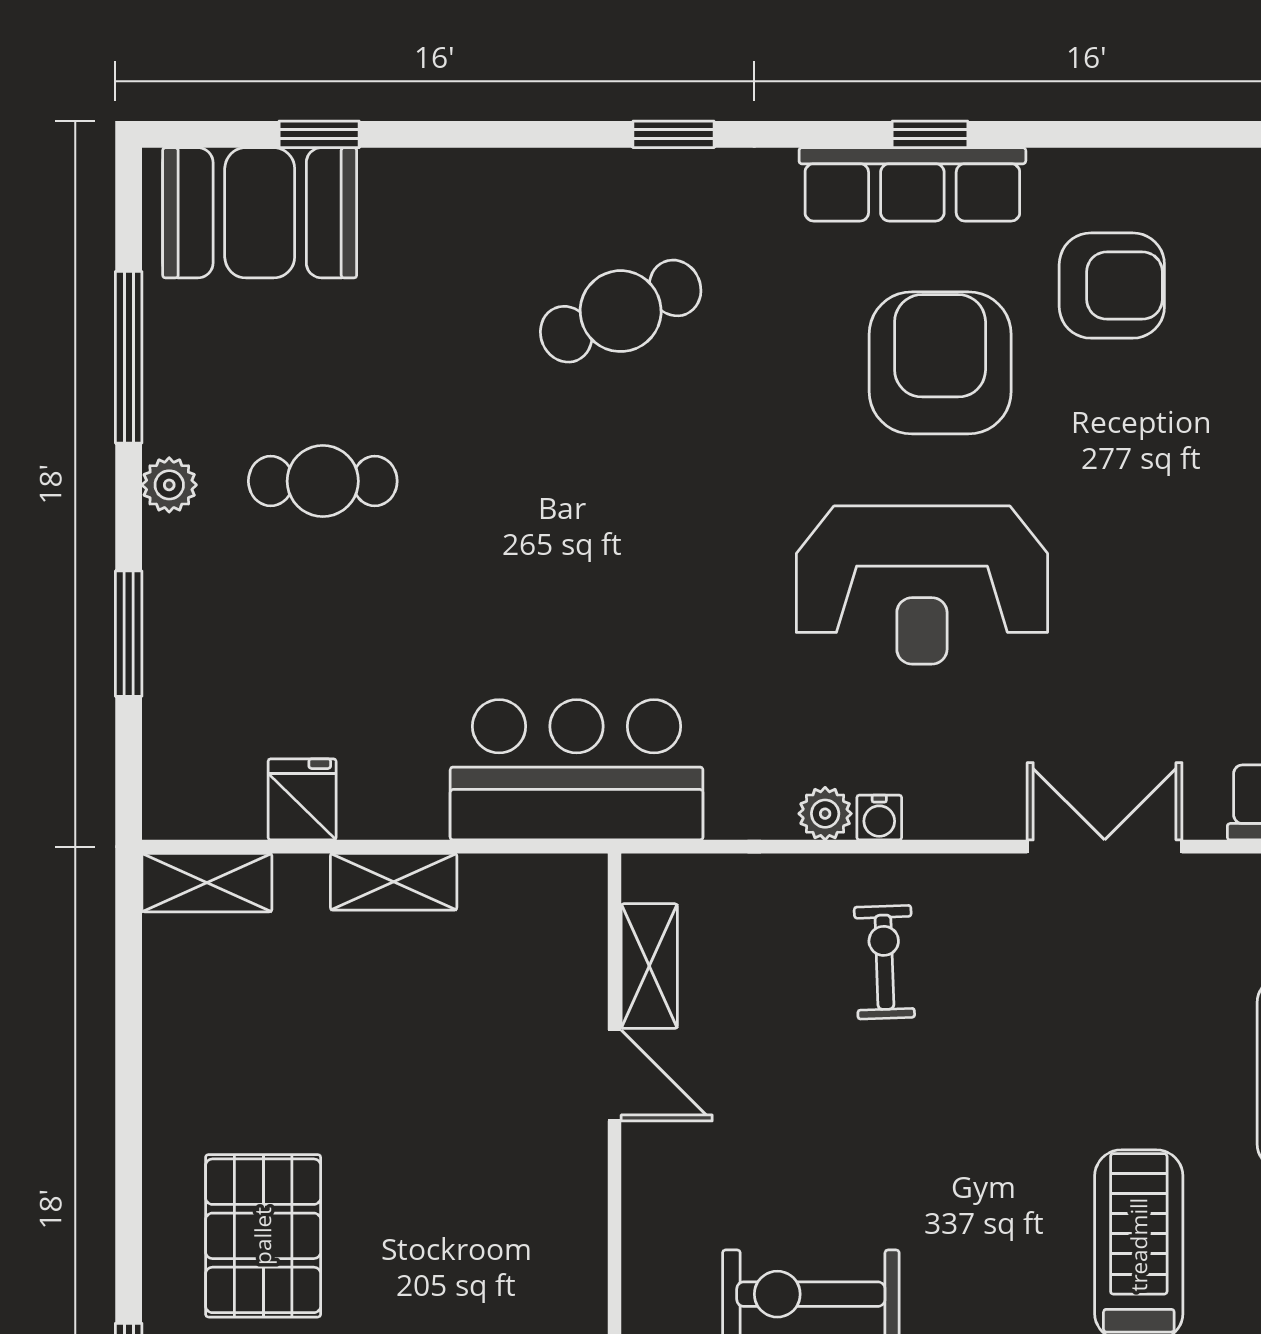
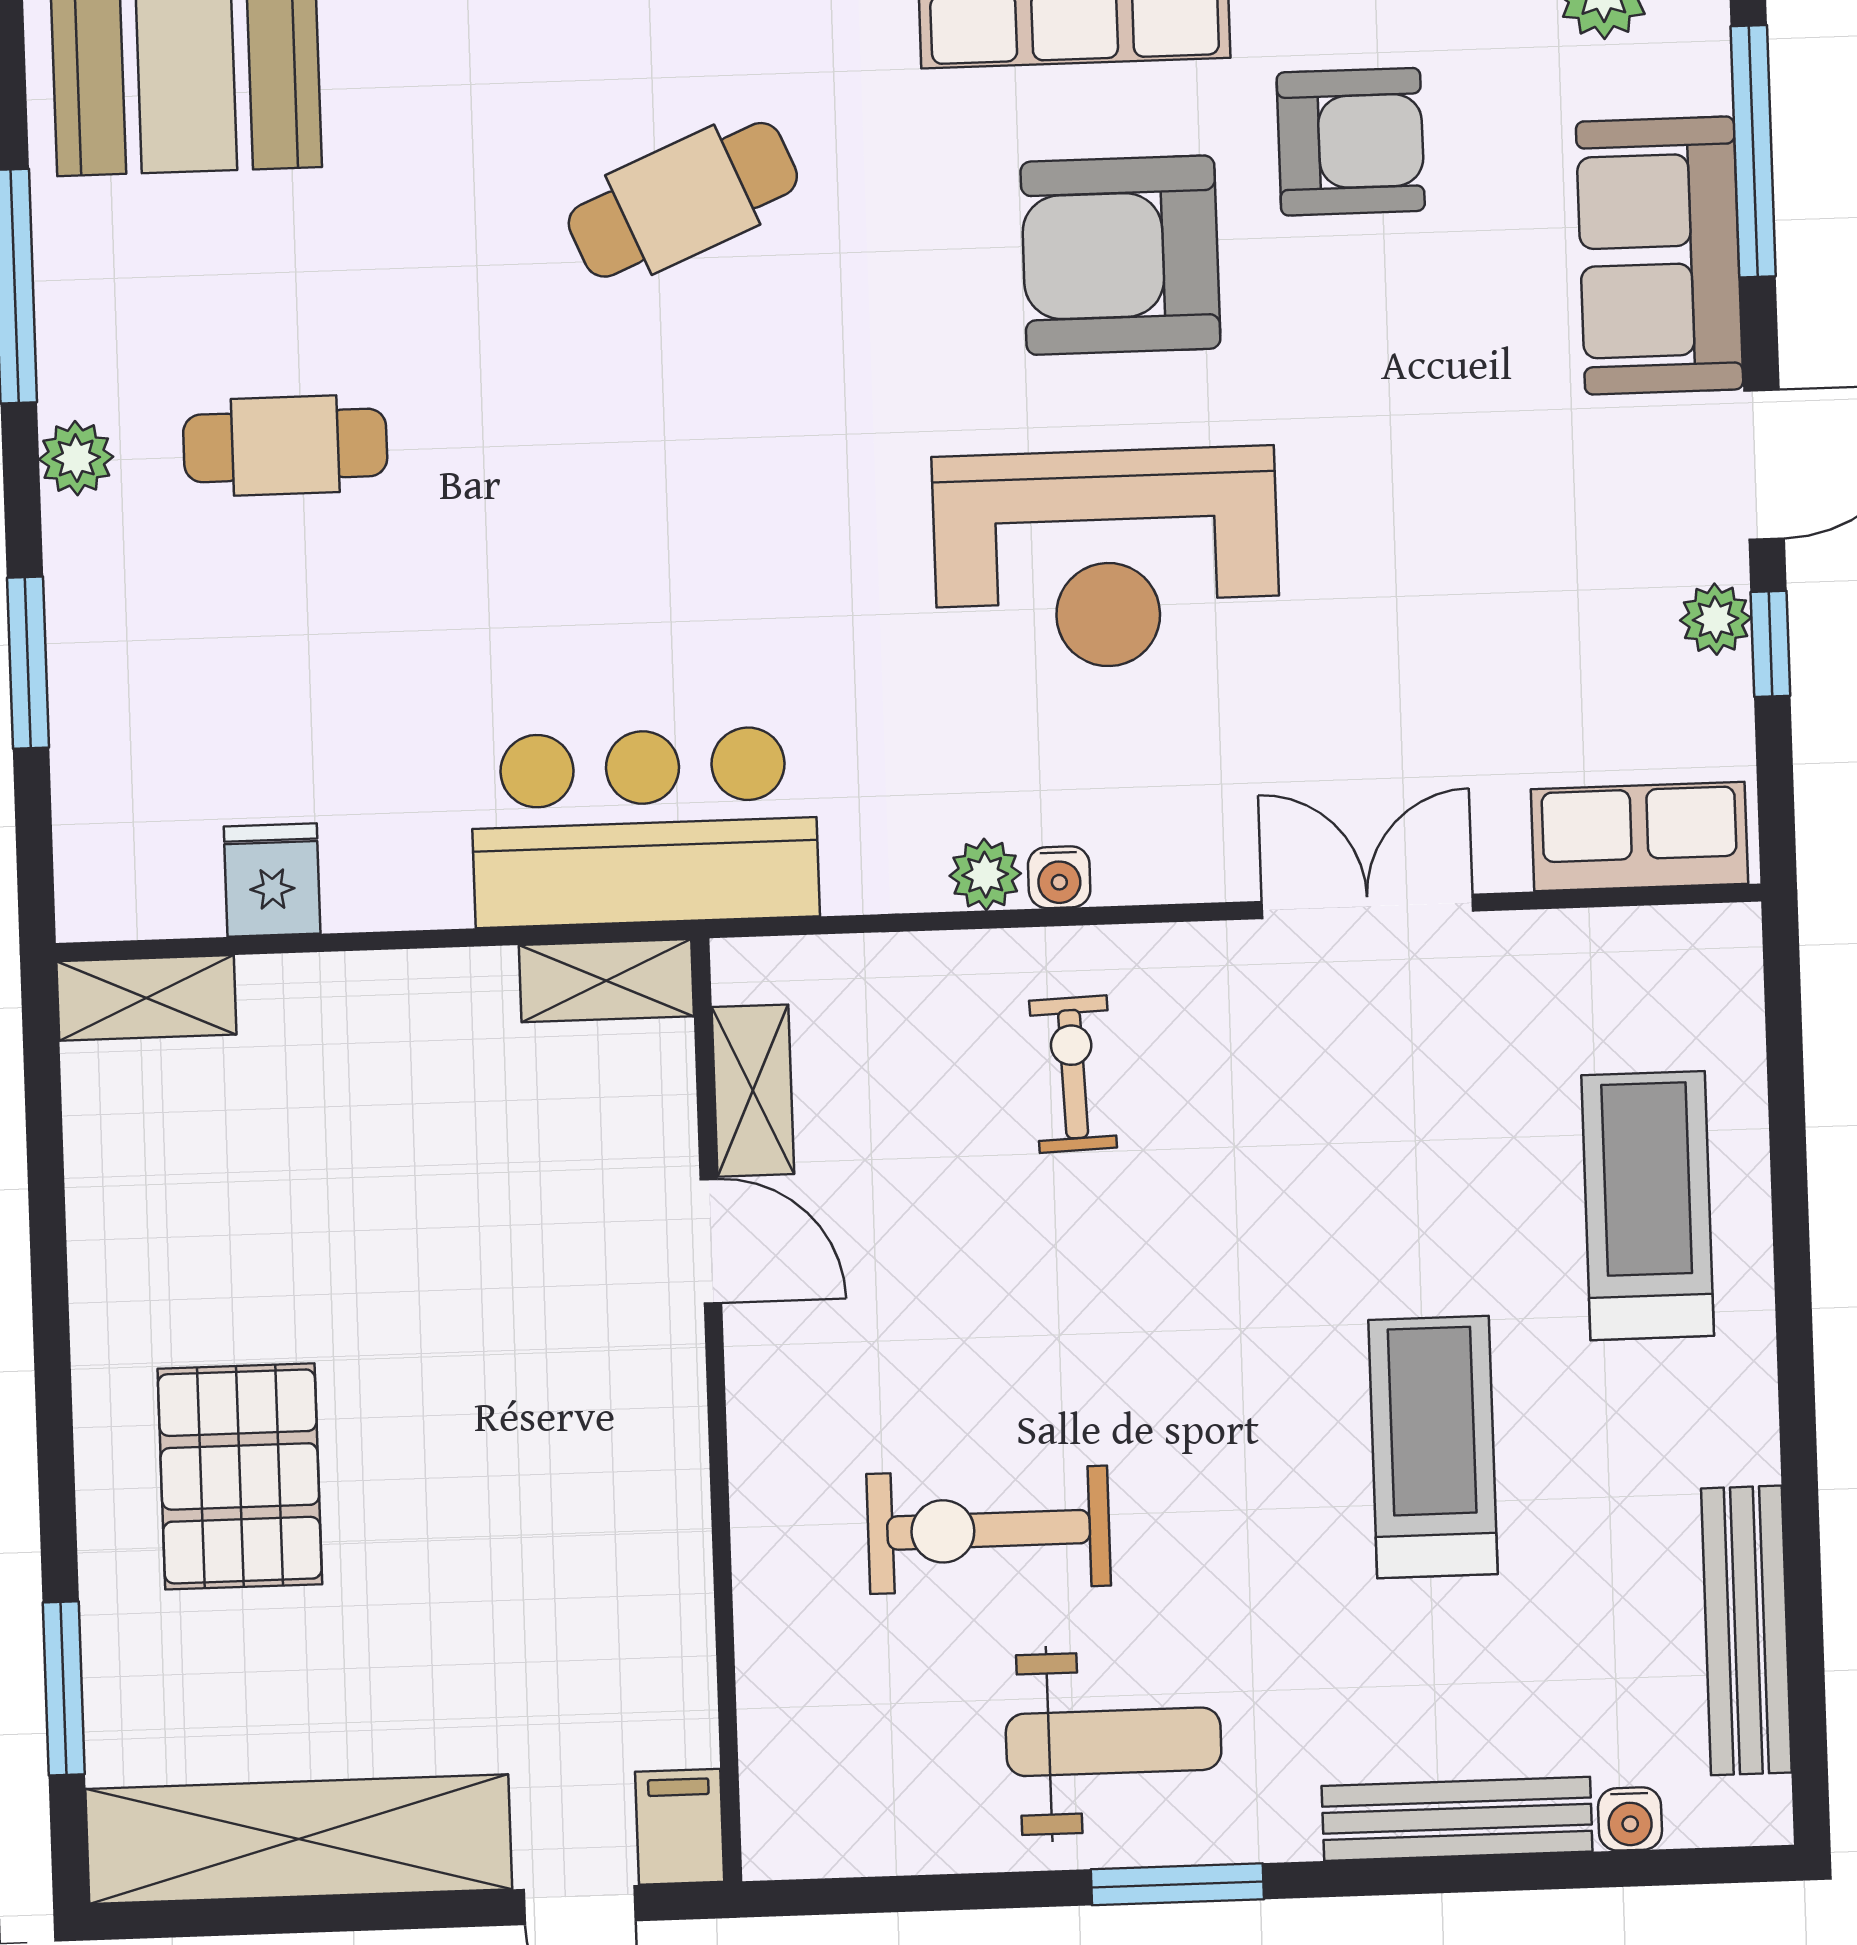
armchair: (940, 363) -> (1120, 255), turned -90
shelving: (394, 882) -> (606, 981), moved

